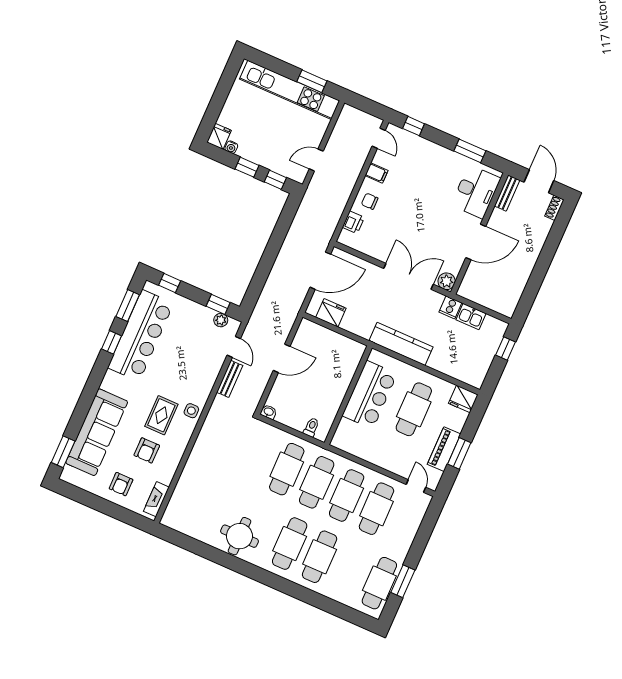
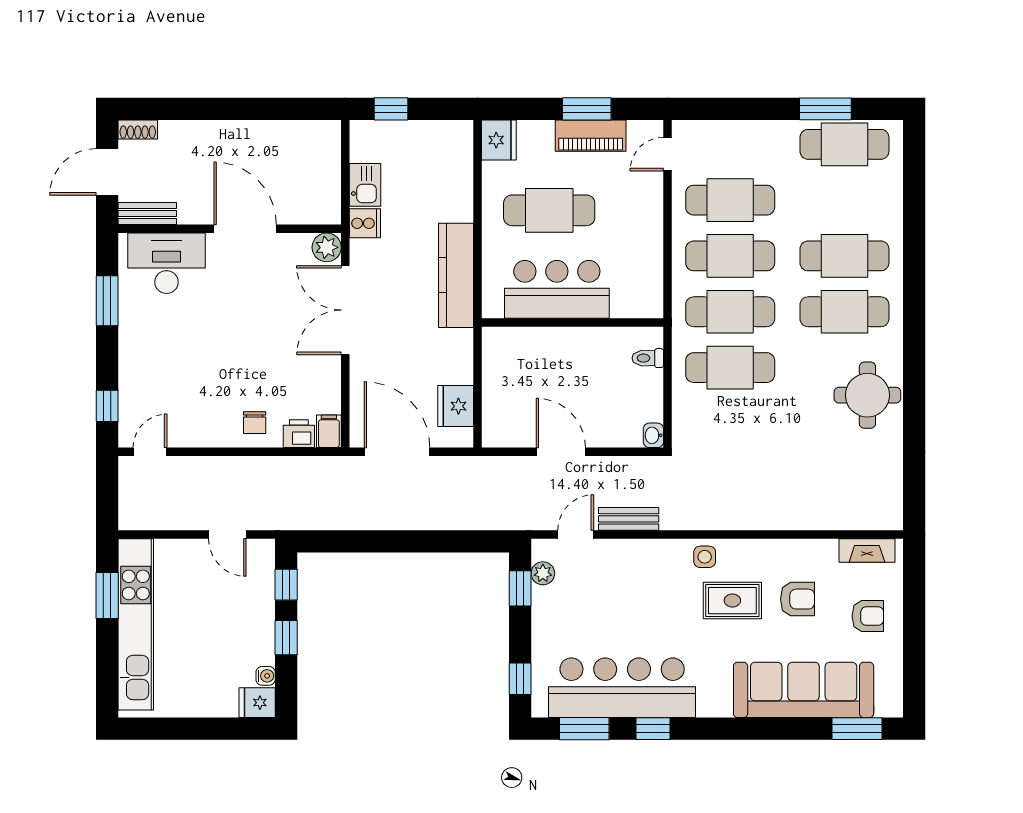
filing cabinet: (376, 173) -> (329, 431), moved

